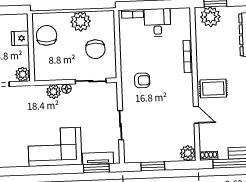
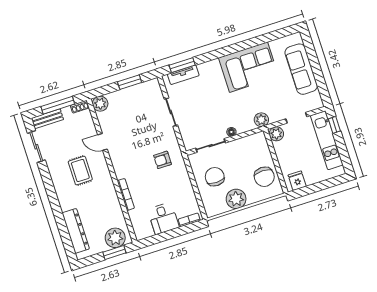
fridge: (20, 38) -> (297, 181), moved, turned -90
rug: (213, 88) -> (80, 171), moved, turned 90
plant: (54, 92) -> (261, 120), moved
corner sofa: (55, 147) -> (249, 67), moved

